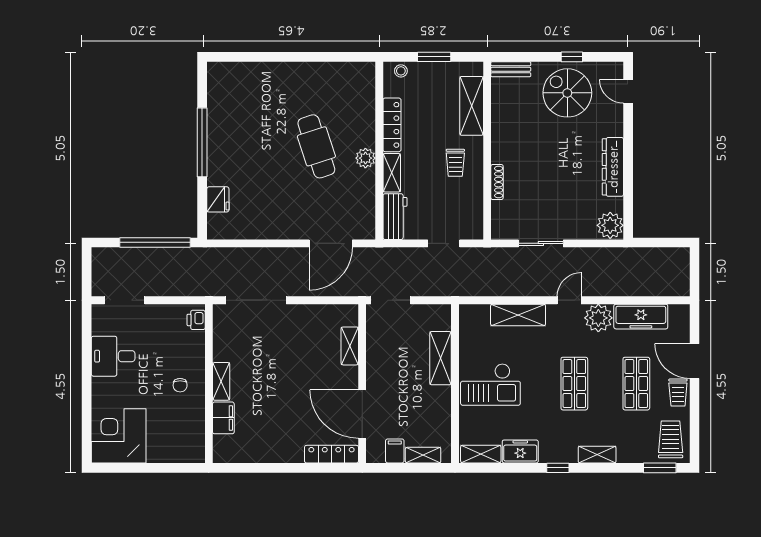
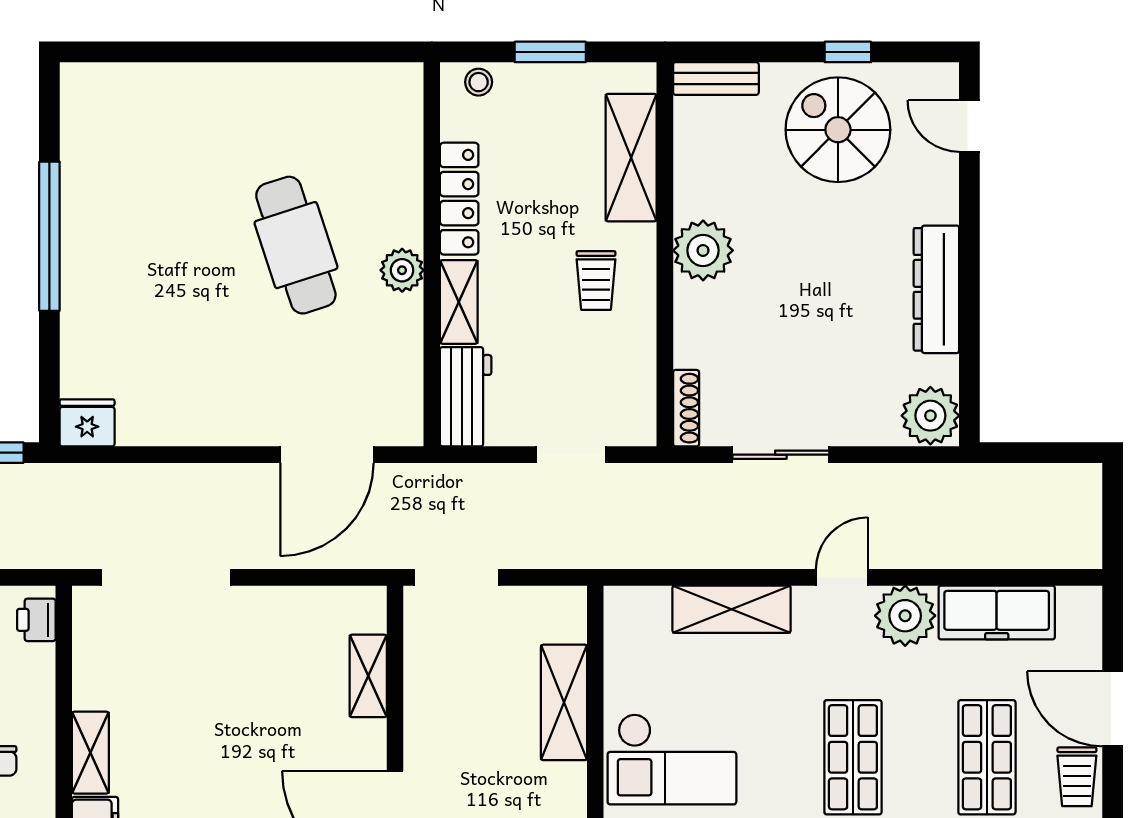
plant: (505, 149) -> (703, 250), added
shoe rack: (497, 182) -> (686, 408), moved
fridge: (218, 199) -> (87, 423), moved, turned -90

